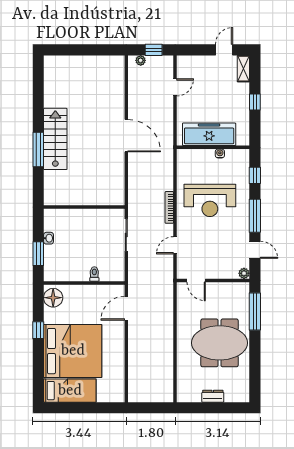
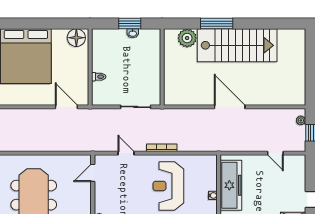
door: (126, 136) -> (230, 107), swing flipped
stairs: (55, 139) -> (237, 45), width x1.36, depth x1.51
plant: (53, 181) -> (187, 38), added
window: (38, 254) -> (130, 24), moved
window: (38, 330) -> (46, 24), removed

